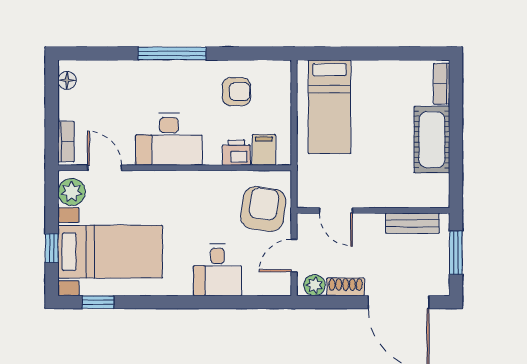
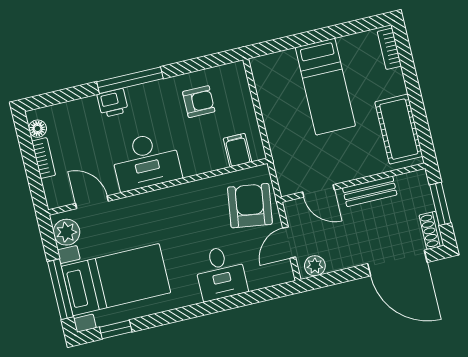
bed: (329, 107) -> (325, 87), moved
cot: (432, 140) -> (399, 129), moved
bookcase: (66, 142) -> (44, 158), moved
printer: (236, 153) -> (113, 103), moved, turned 180
bench: (412, 223) -> (370, 191), moved
window: (52, 248) -> (60, 289), width x2.17
shoe rack: (346, 287) -> (431, 230), moved, turned -90

